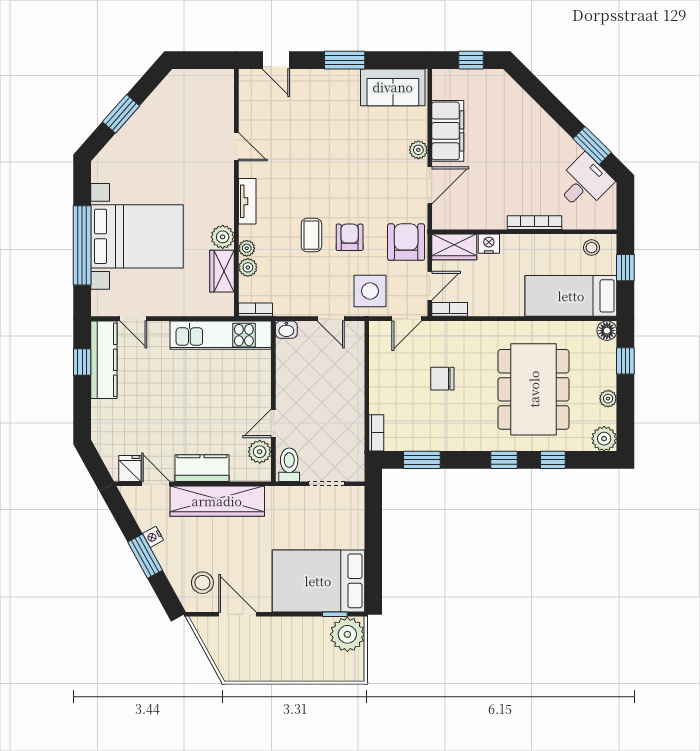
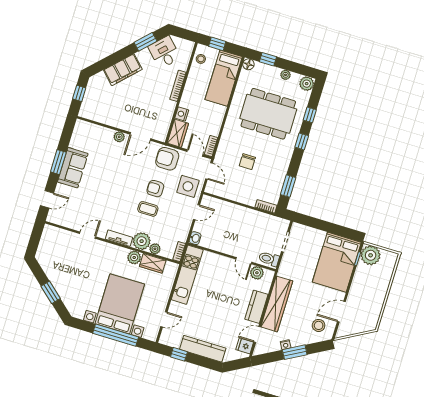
sofa: (393, 87) -> (73, 168), moved
filing cabinet: (448, 131) -> (123, 70), moved, turned 135
door: (430, 185) -> (140, 136), swing flipped
plant: (247, 248) -> (142, 241), width x1.88, depth x1.88
kitchen counter: (104, 360) -> (203, 349), moved

